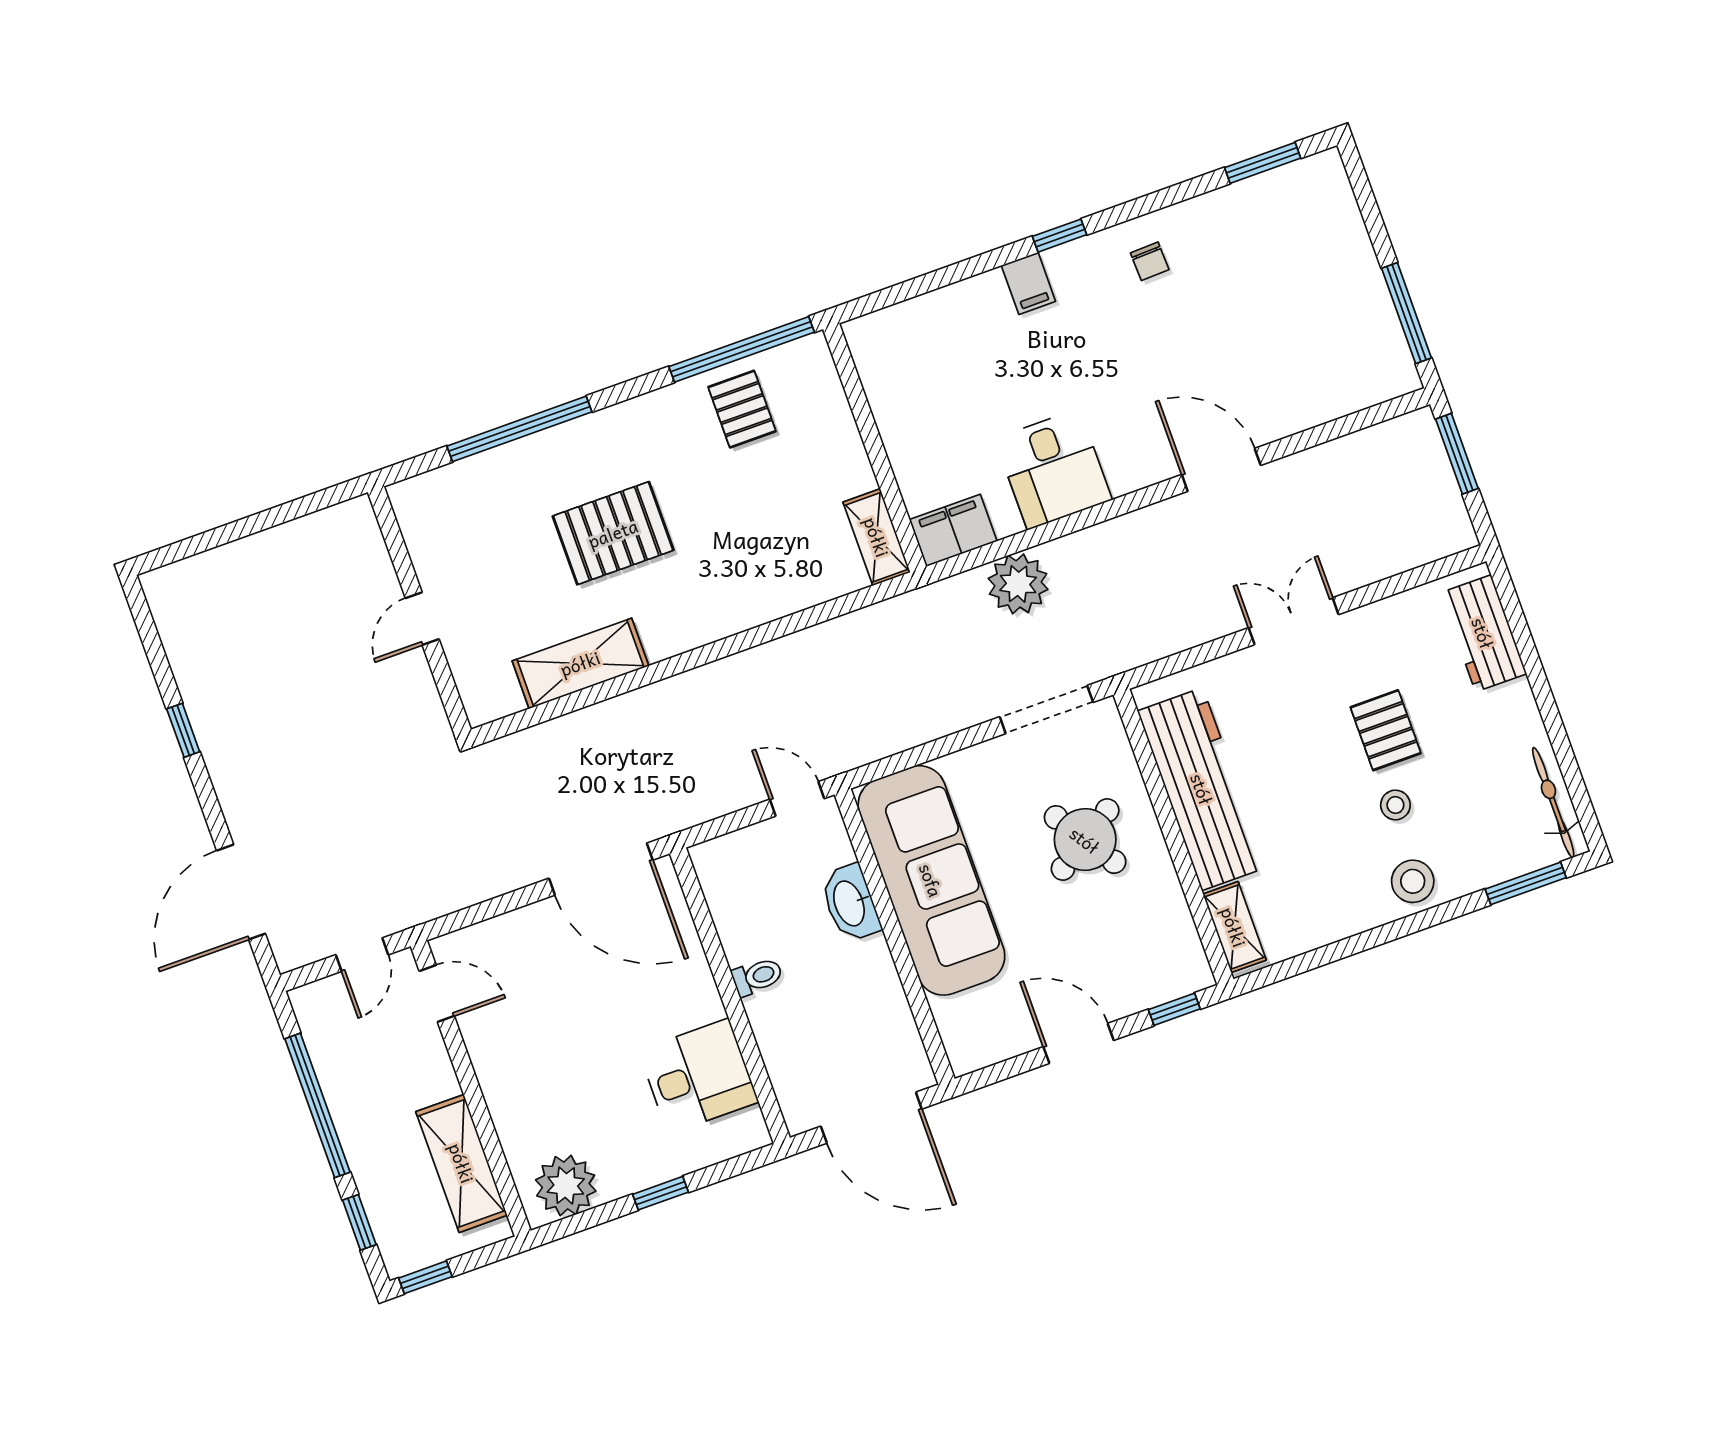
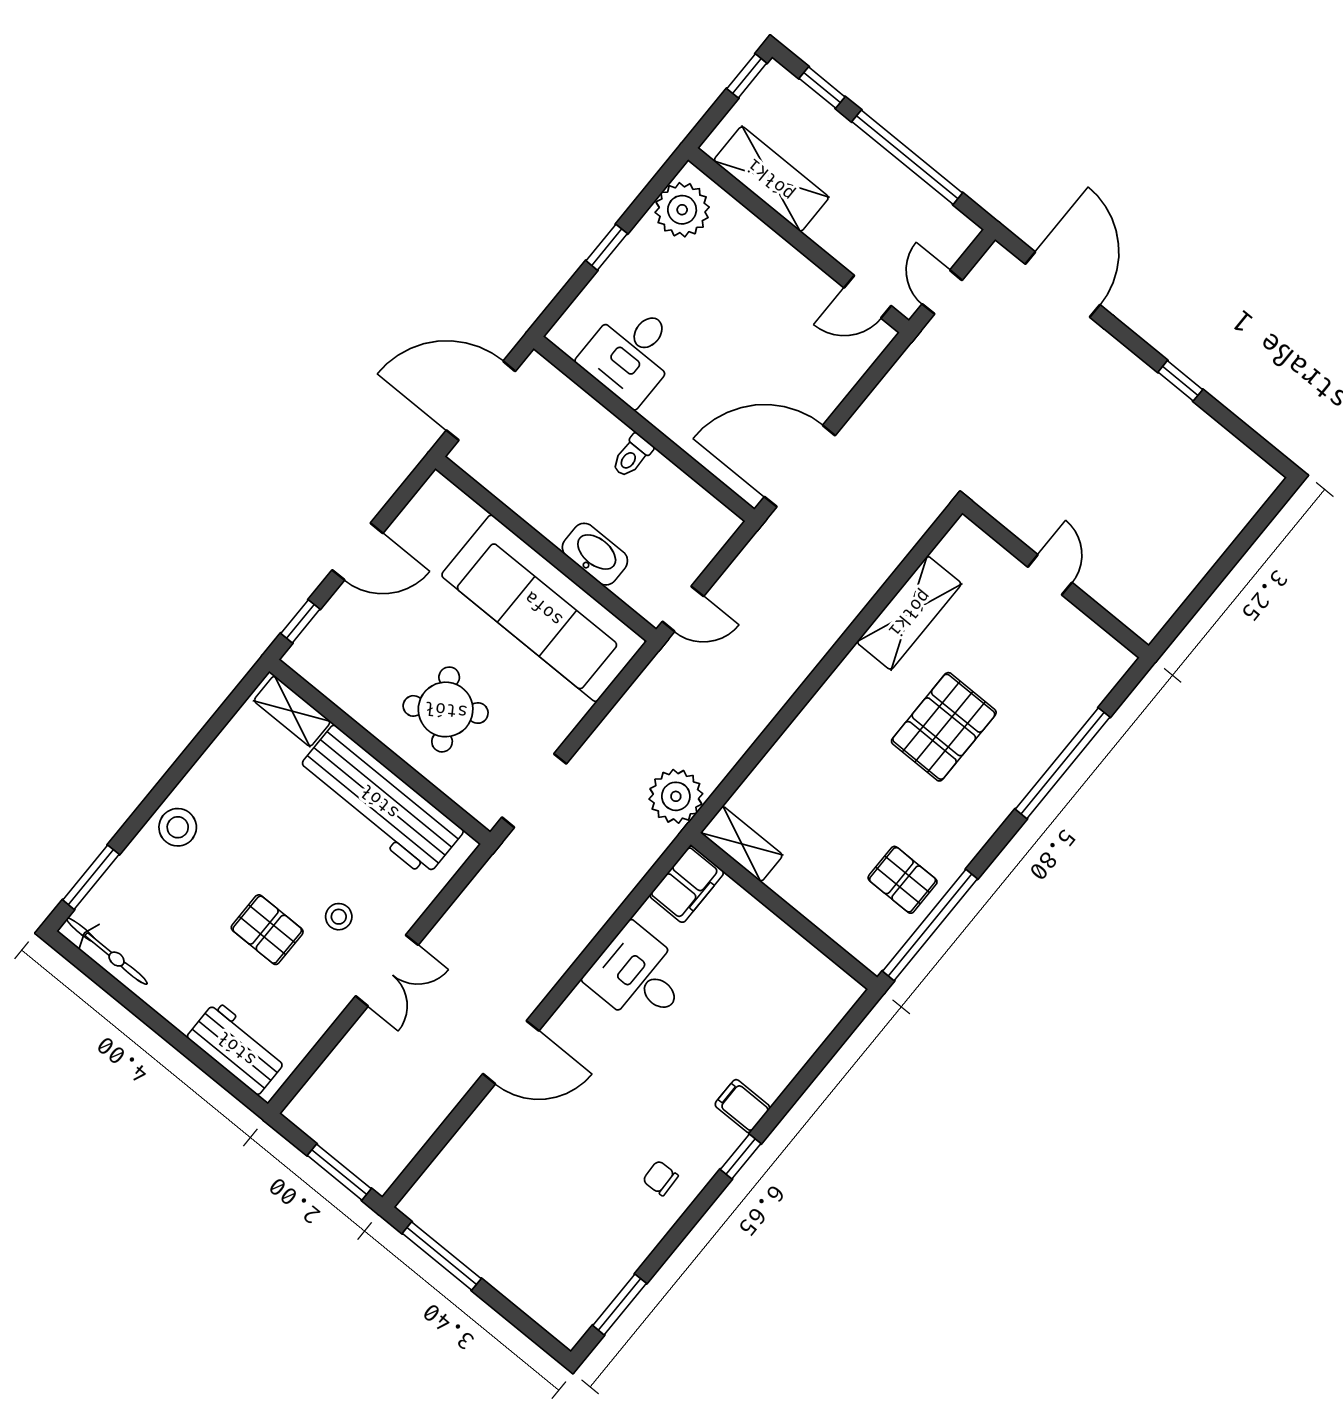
plant: (1018, 584) -> (676, 796), moved
stool: (1395, 805) -> (339, 917), moved

